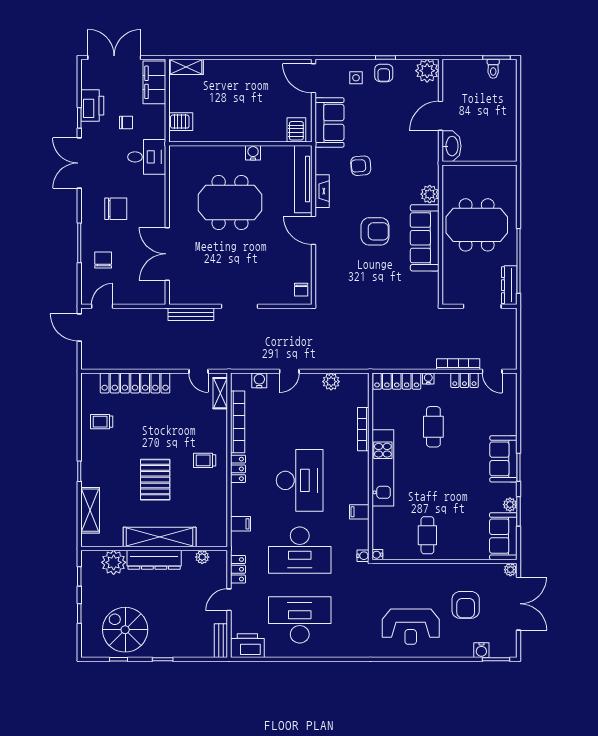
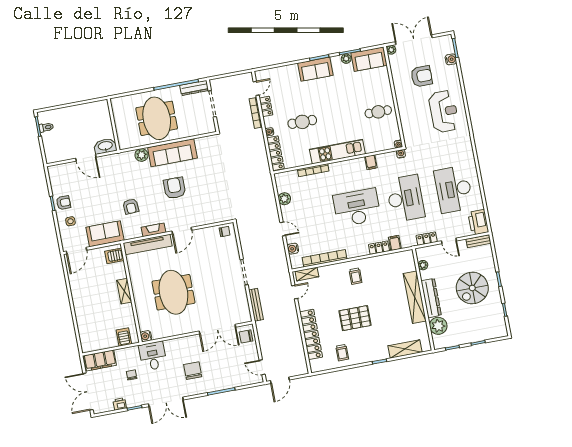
shelving: (186, 67) -> (124, 291), moved
plant: (427, 71) -> (56, 173), removed
printer: (92, 106) -> (120, 404), width x0.53, depth x0.68
water cooler: (253, 153) -> (146, 336), moved
chair: (103, 260) -> (246, 336), moved
locker: (238, 469) -> (379, 248), moved
pallet: (155, 480) -> (355, 318), moved
spiral stairs: (125, 630) -> (472, 288), moved

